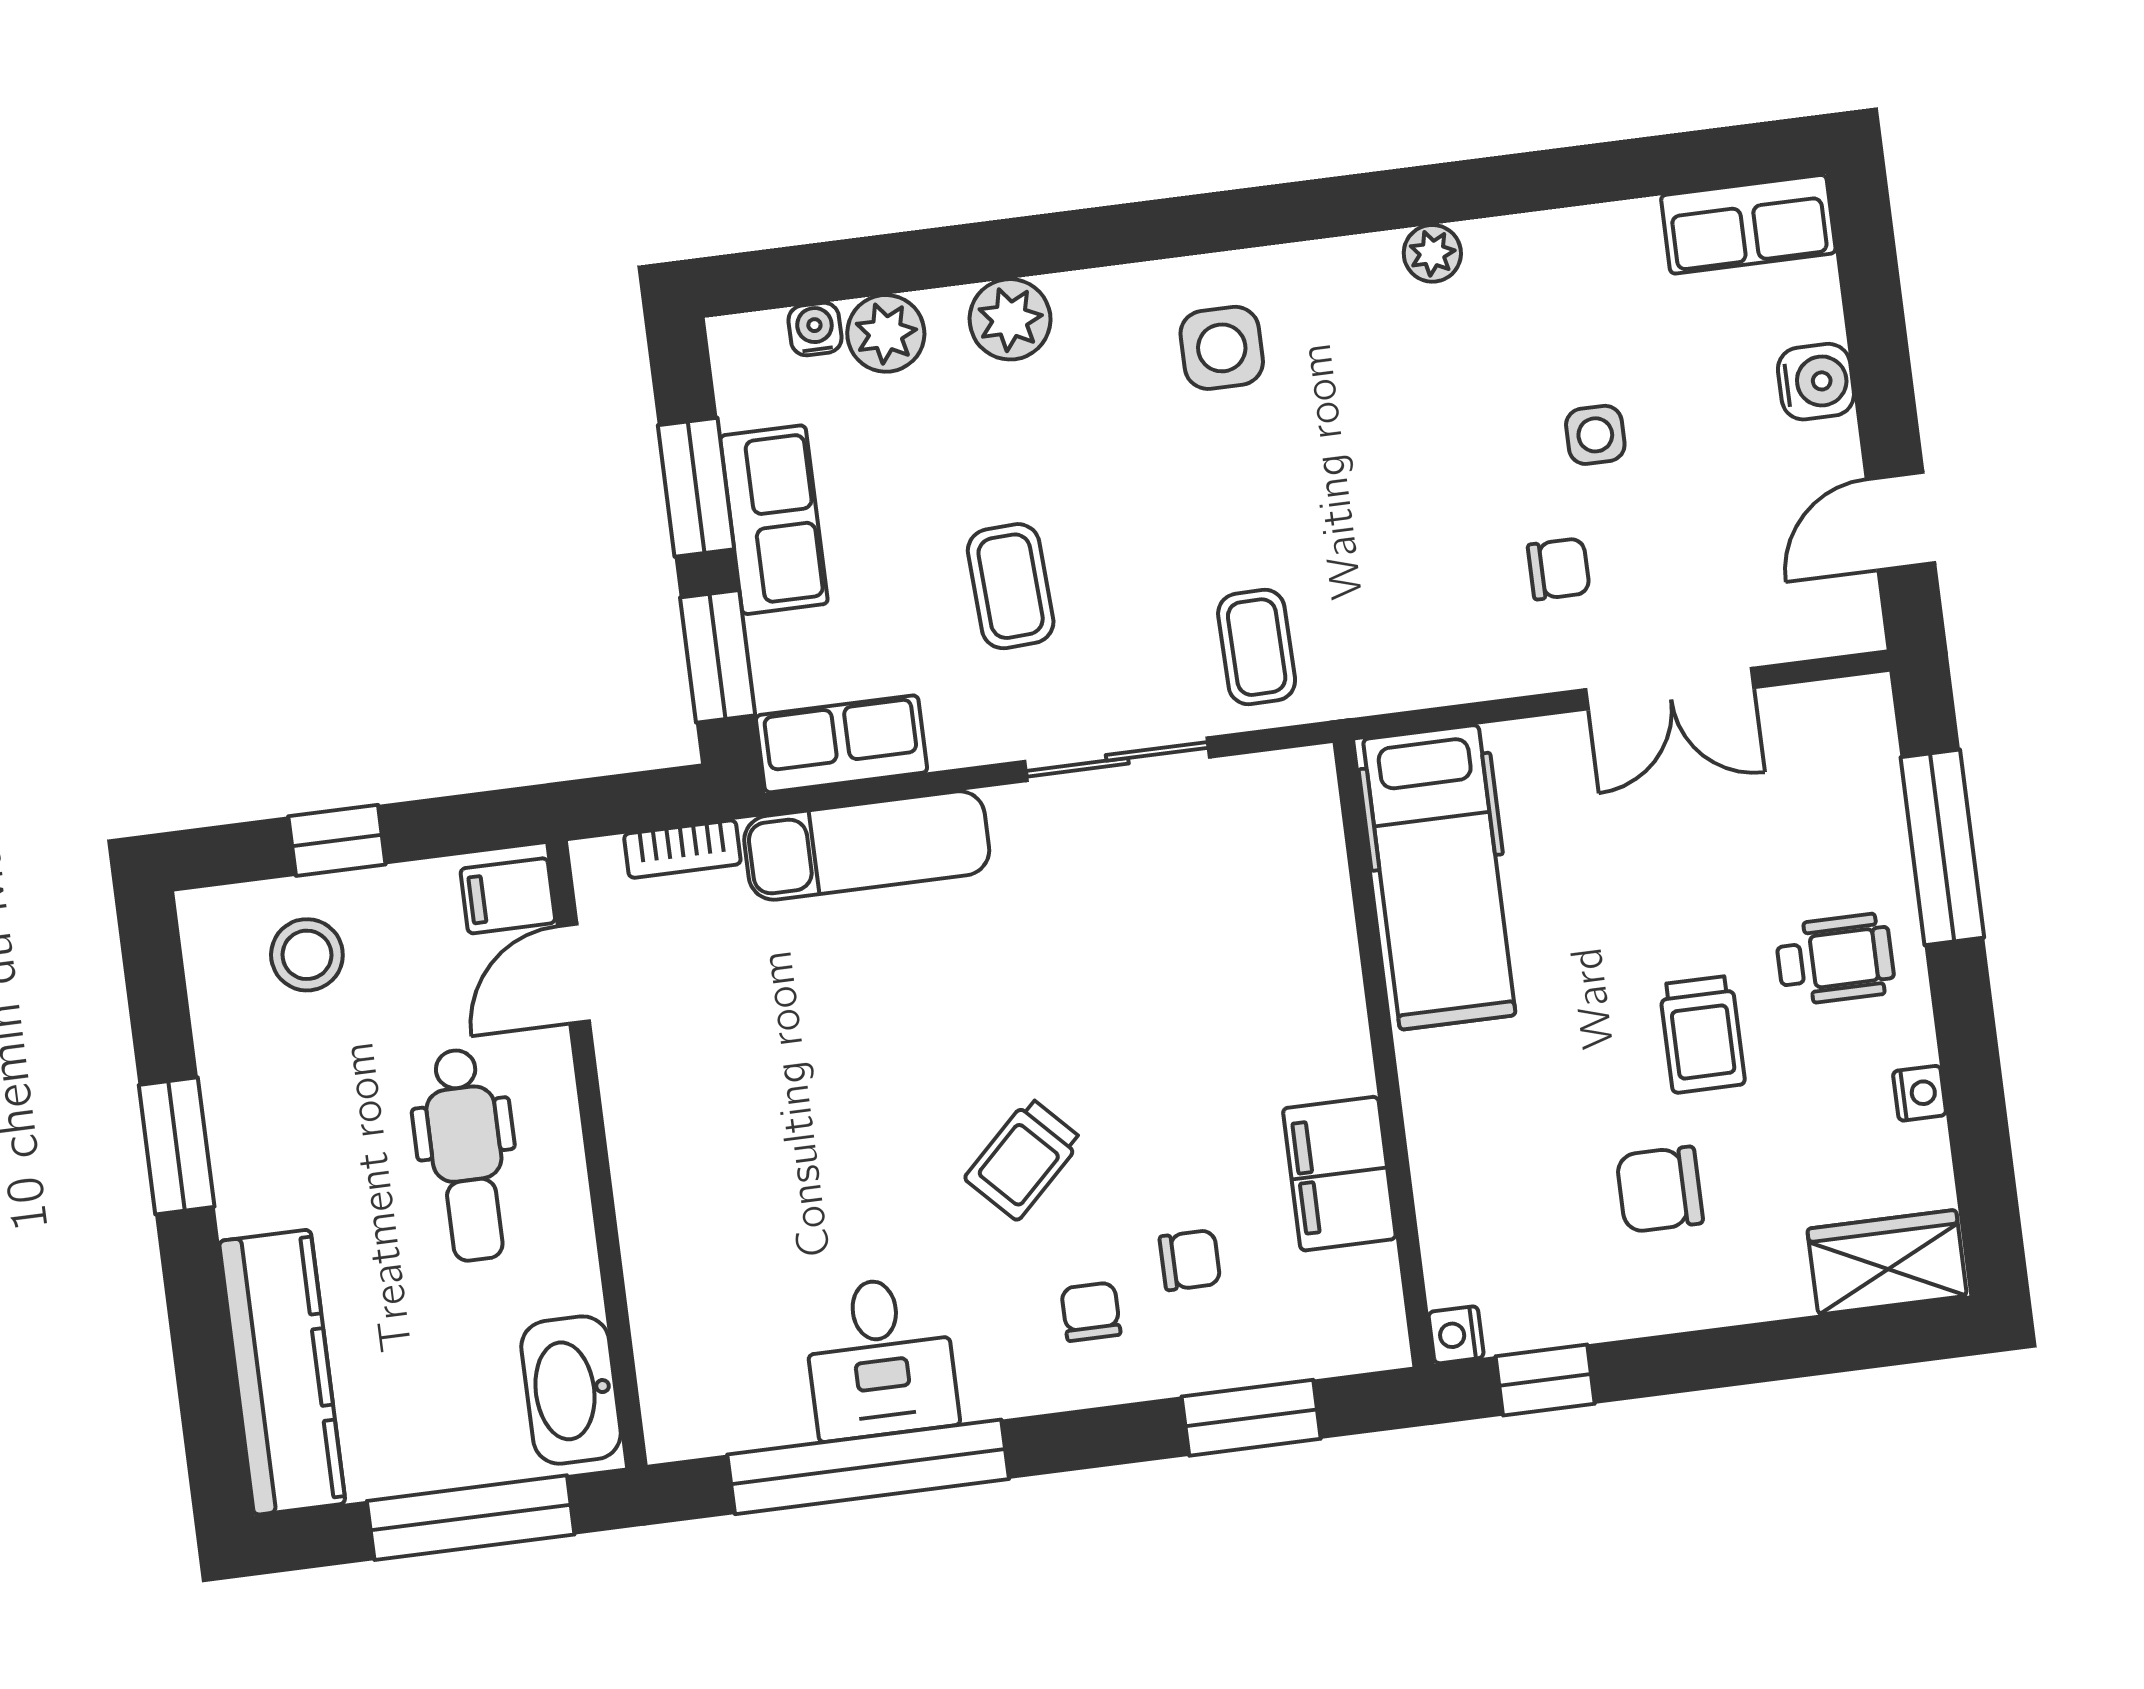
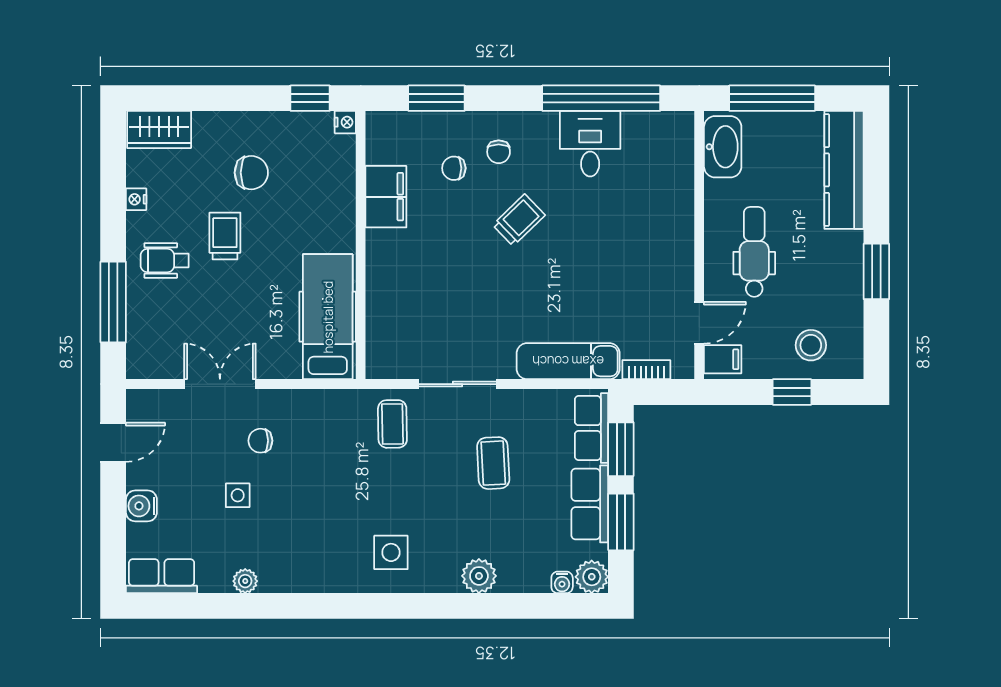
plant: (1432, 253) -> (245, 581), moved
plant: (886, 333) -> (592, 577), moved
row of seats: (842, 744) -> (591, 428), moved, turned 90

